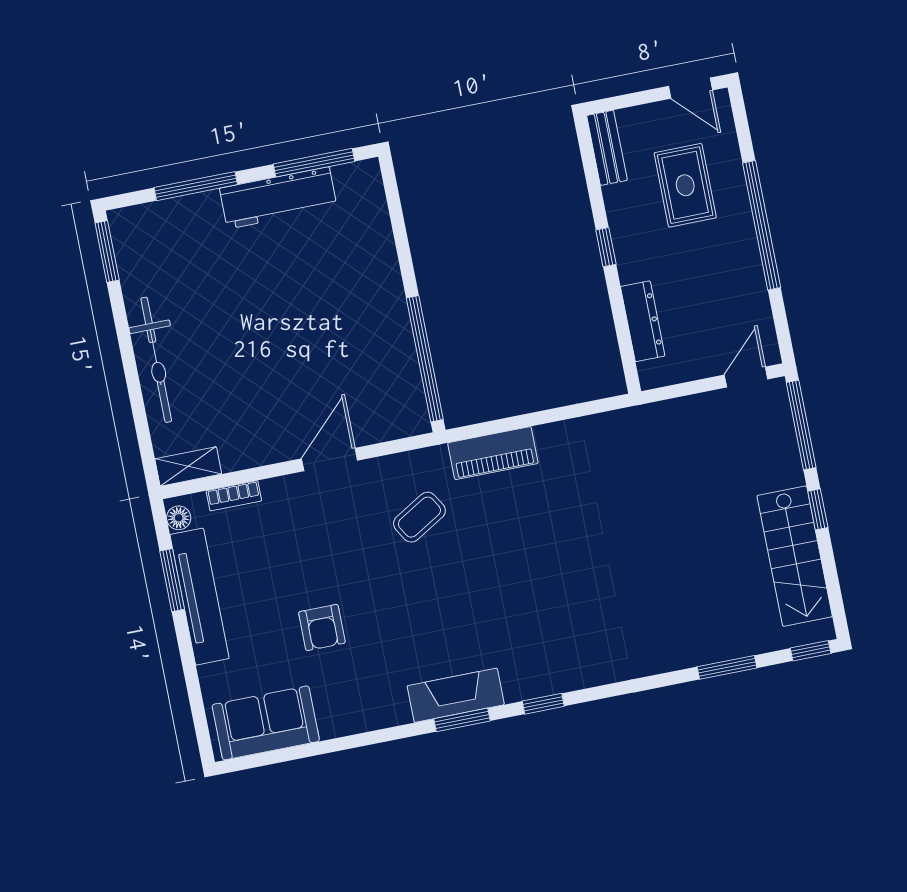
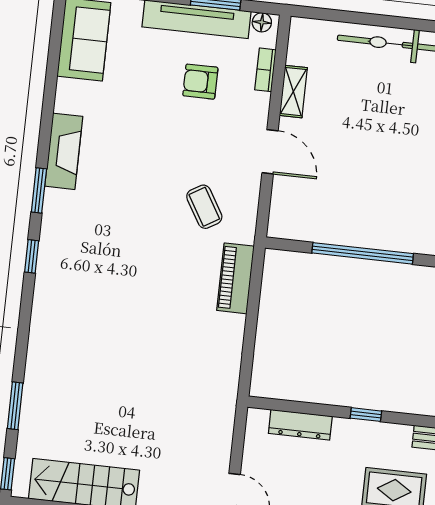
window: (425, 359) -> (363, 253), moved
shelving: (188, 466) -> (293, 92), moved
armchair: (322, 627) -> (200, 82), moved
fireplace: (456, 695) -> (64, 151), moved

